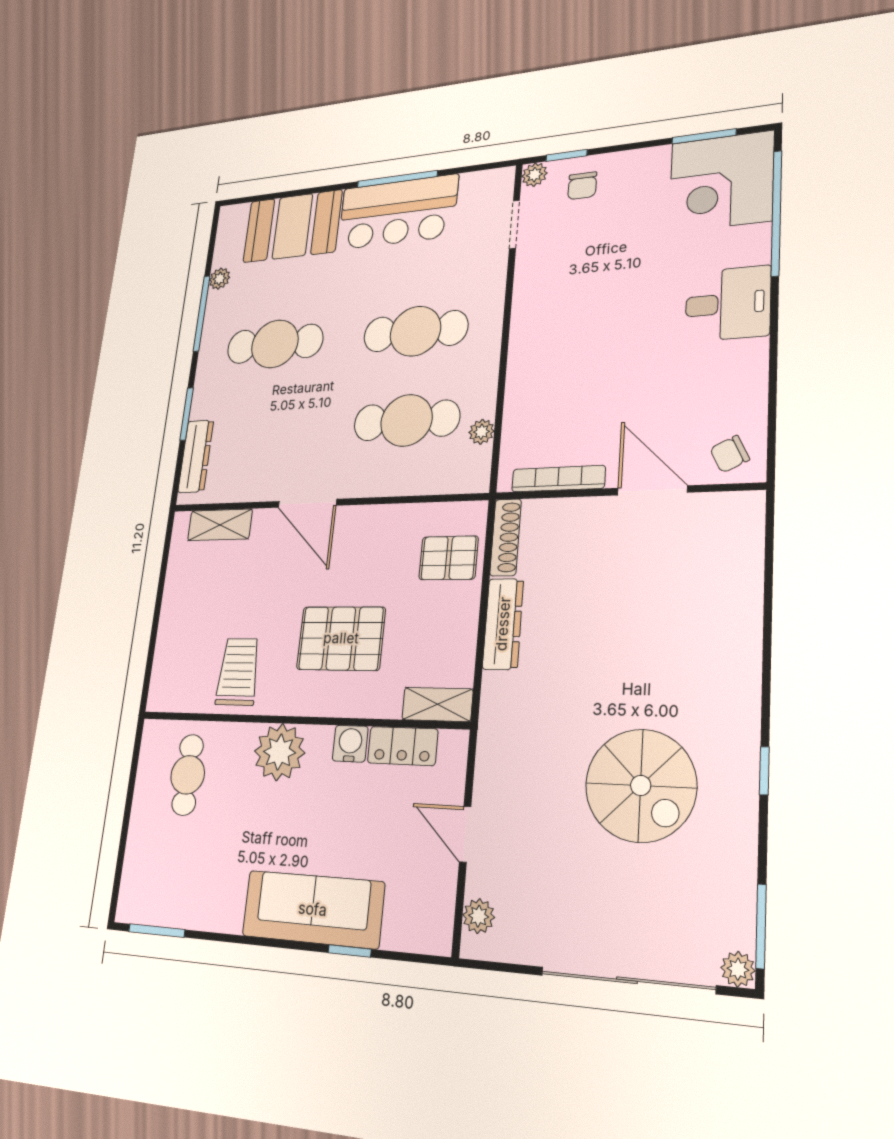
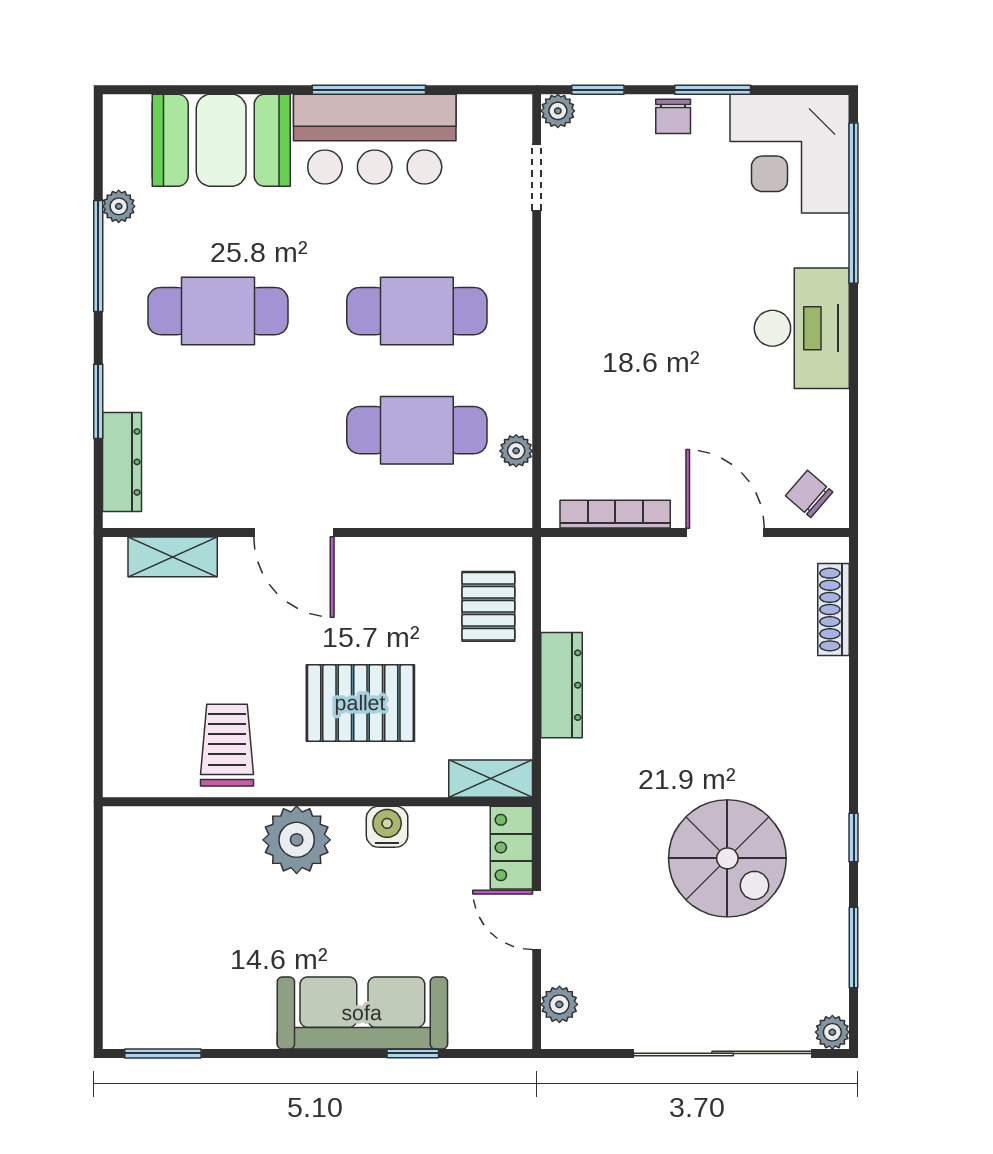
window: (704, 136) -> (713, 90), moved
chair: (582, 186) -> (673, 116), moved
desk: (728, 304) -> (802, 328), width x1.37
chair: (730, 454) -> (809, 494), turned 67
shoe rack: (506, 537) -> (834, 610), moved, turned 180
pallet: (449, 558) -> (488, 606), turned 90
locker: (403, 746) -> (511, 848), moved, turned 90
cafe table: (188, 775) -> (176, 872), removed
window: (761, 926) -> (854, 947), moved

